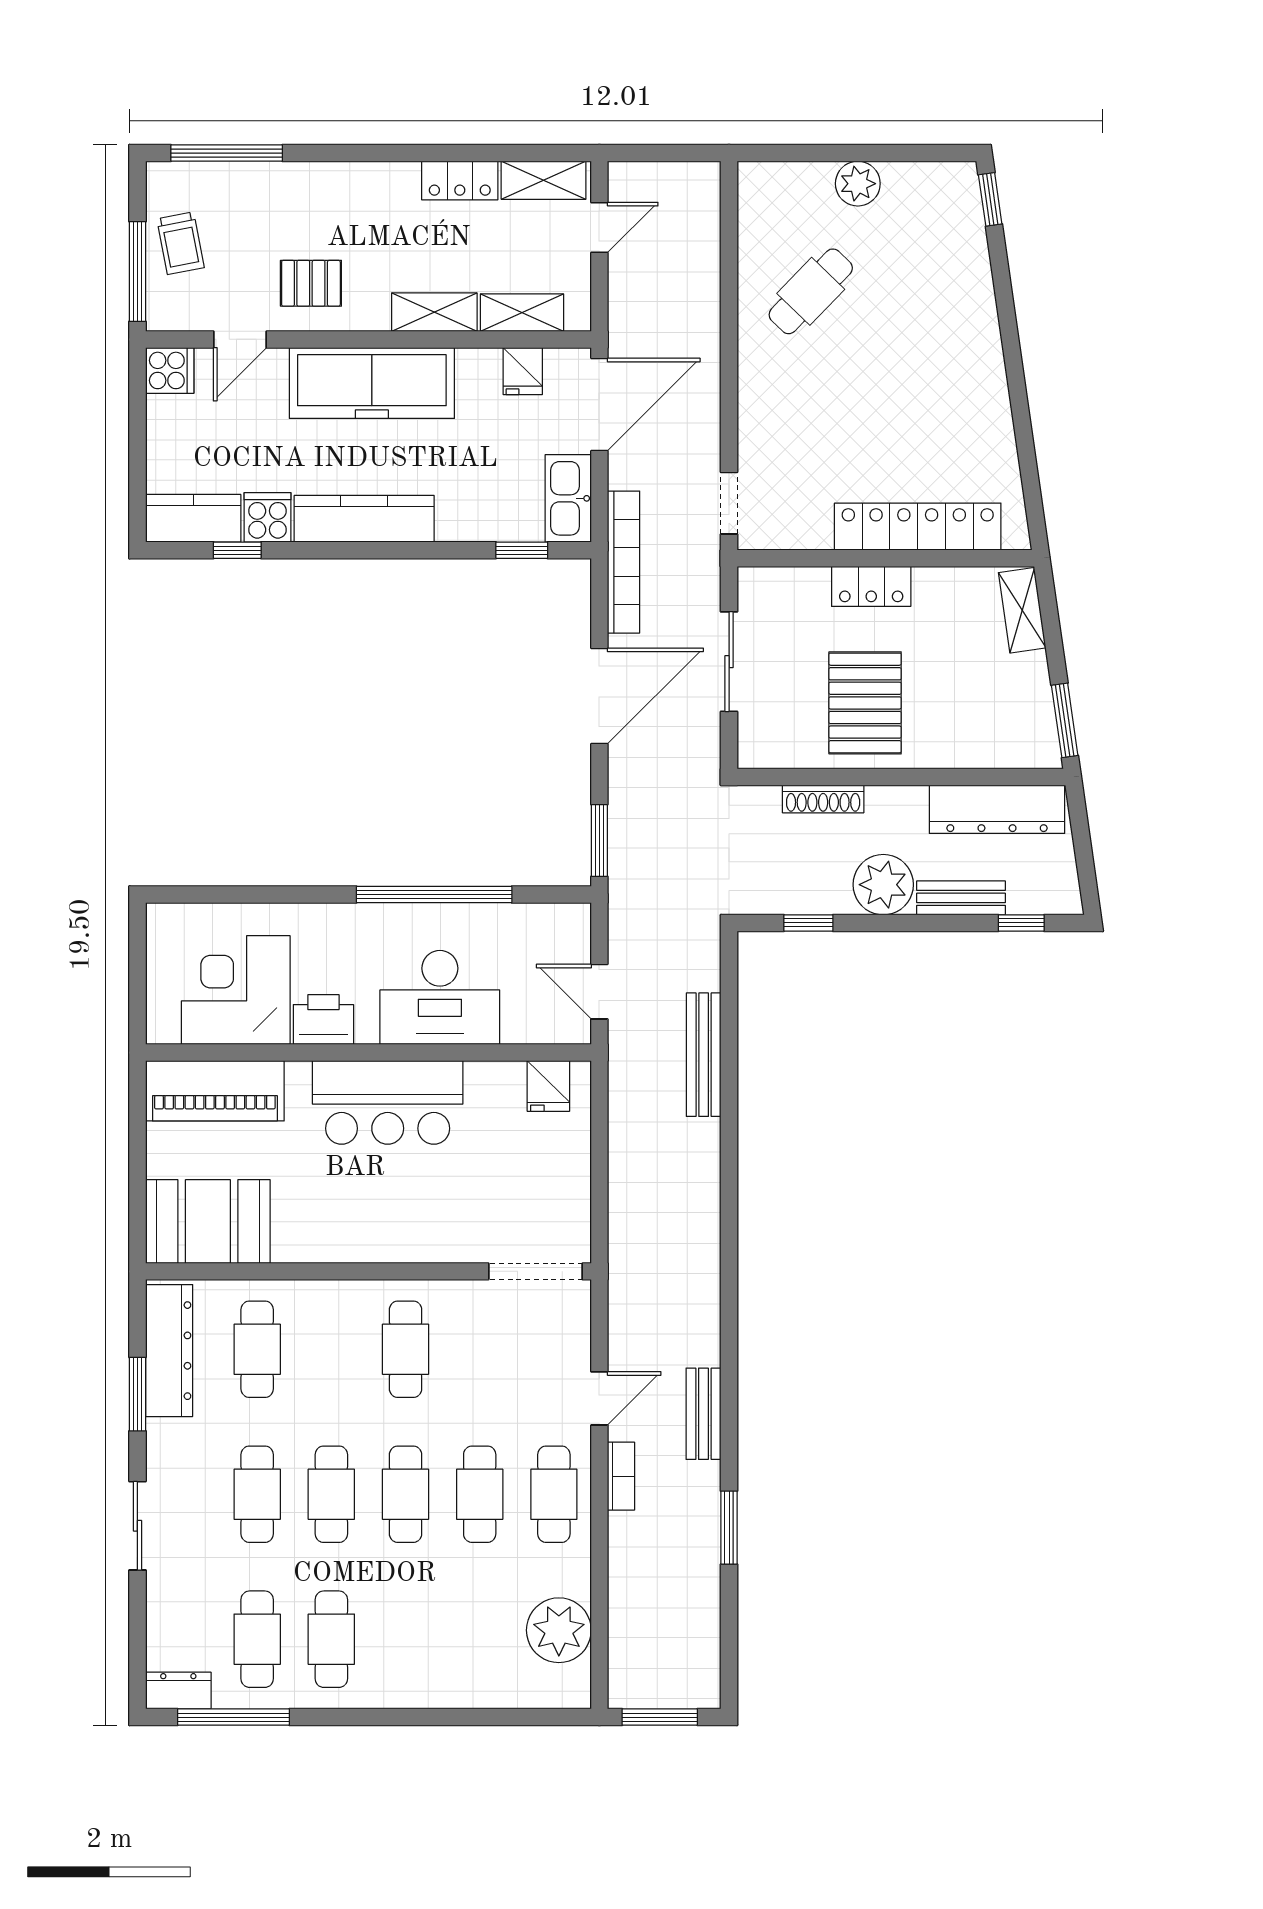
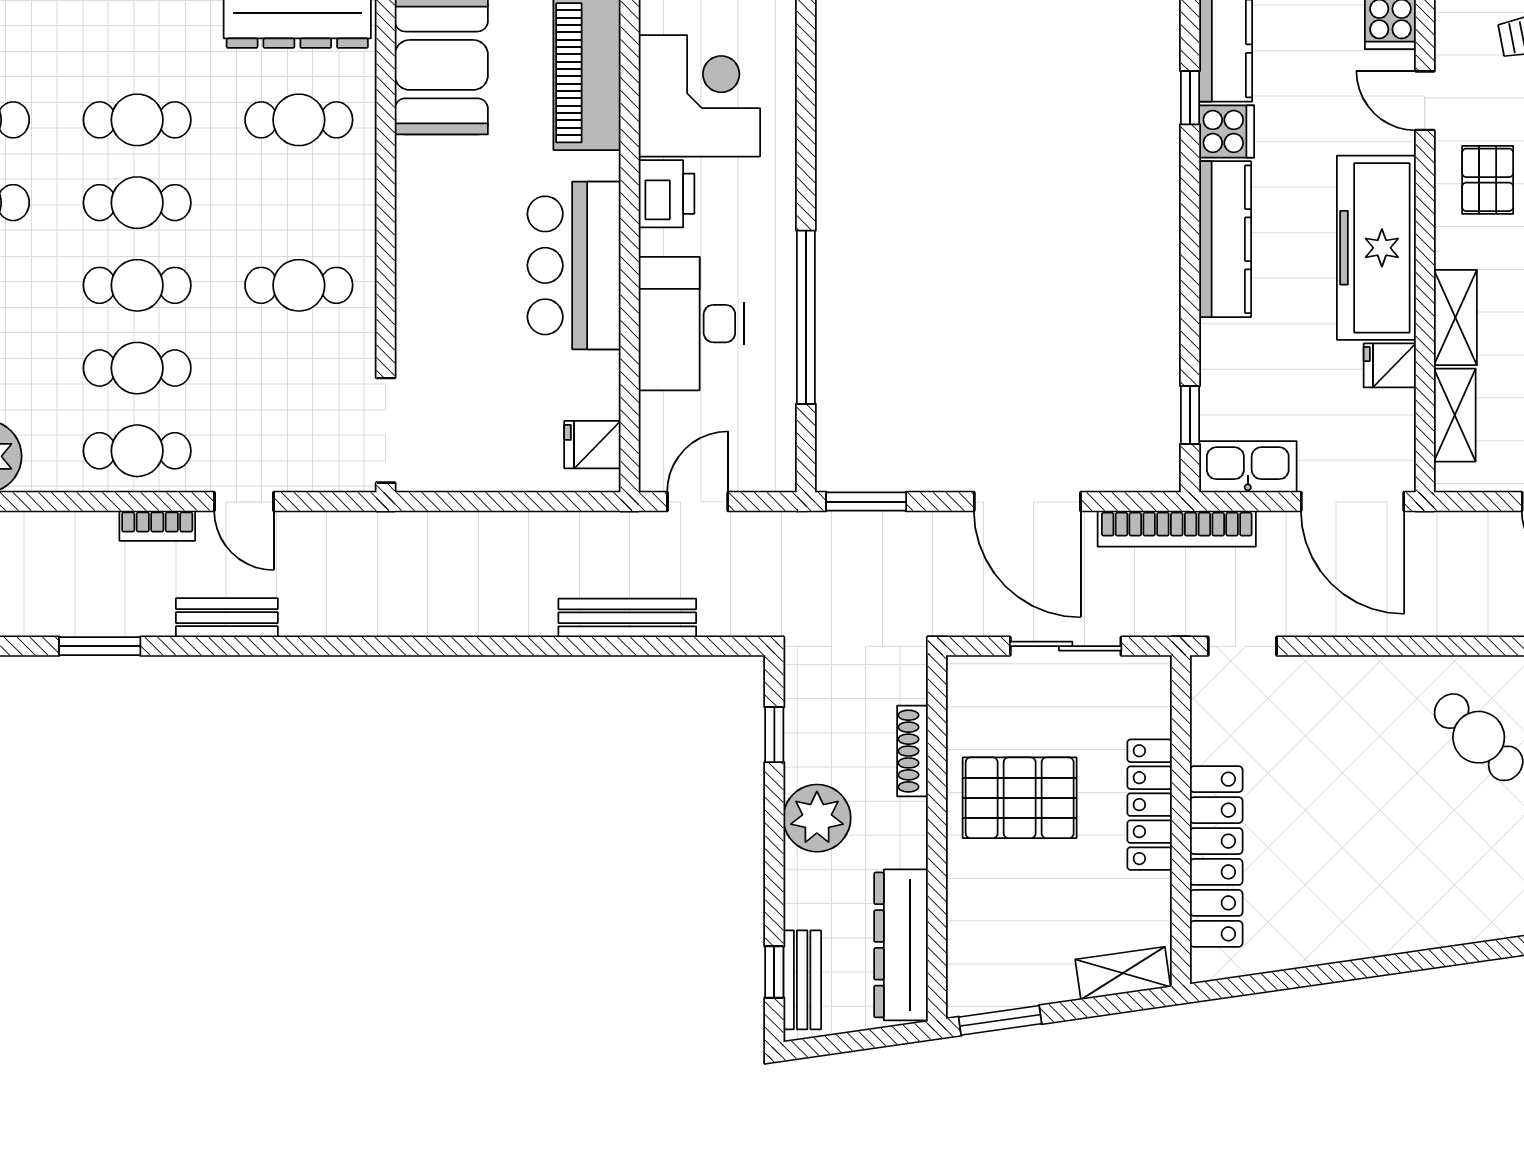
fridge: (523, 371) -> (1390, 365), moved
locker: (871, 586) -> (1150, 805), width x1.53
bench: (961, 898) -> (802, 980), moved

